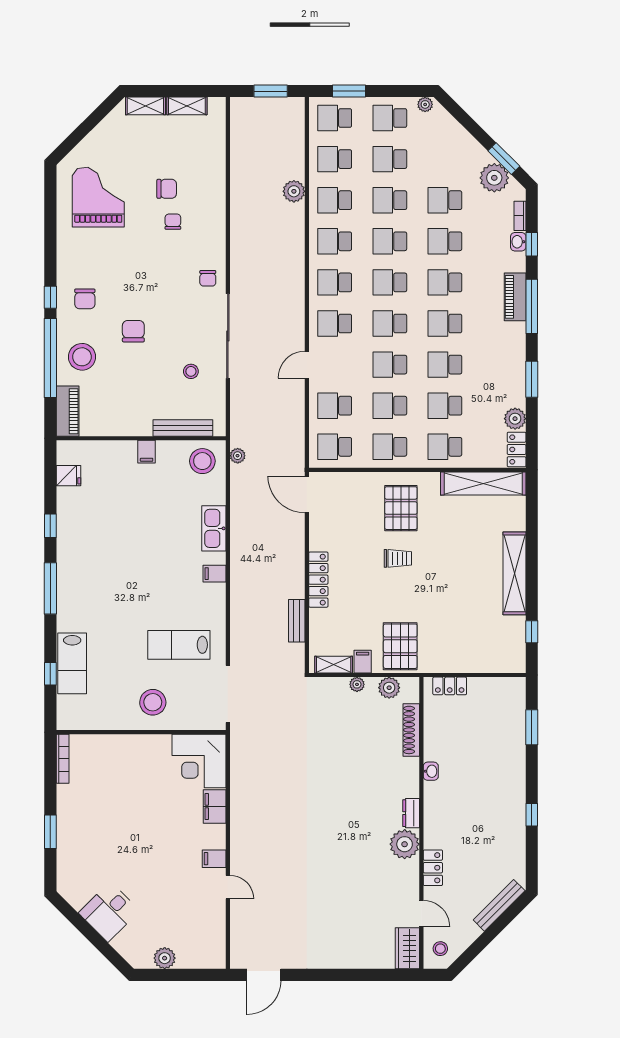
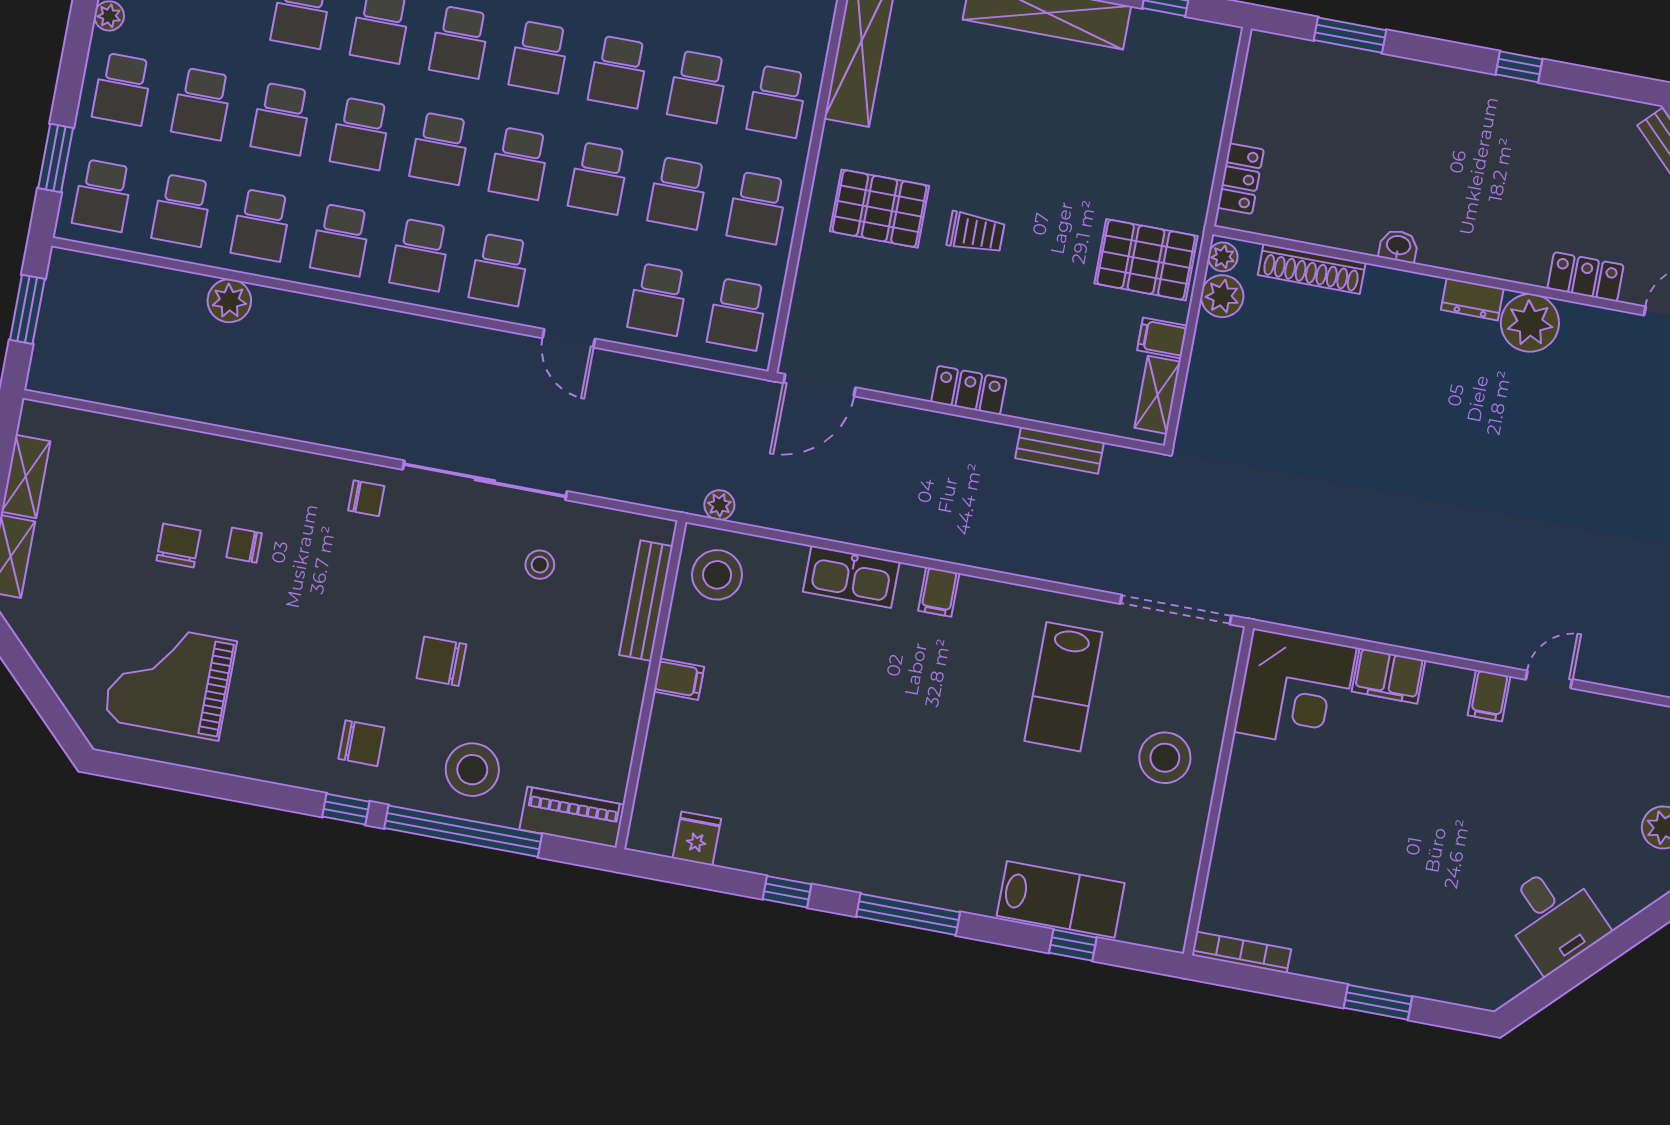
trolley: (398, 558) -> (976, 233), turned 90
locker: (318, 580) -> (969, 390), width x0.66
plant: (357, 684) -> (1223, 257), moved

